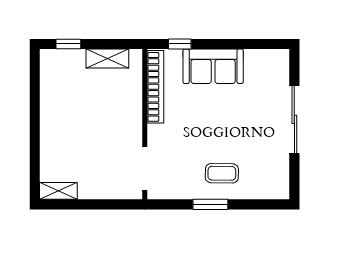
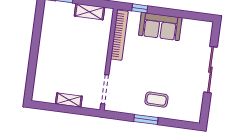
shelving: (58, 191) -> (69, 100), moved

